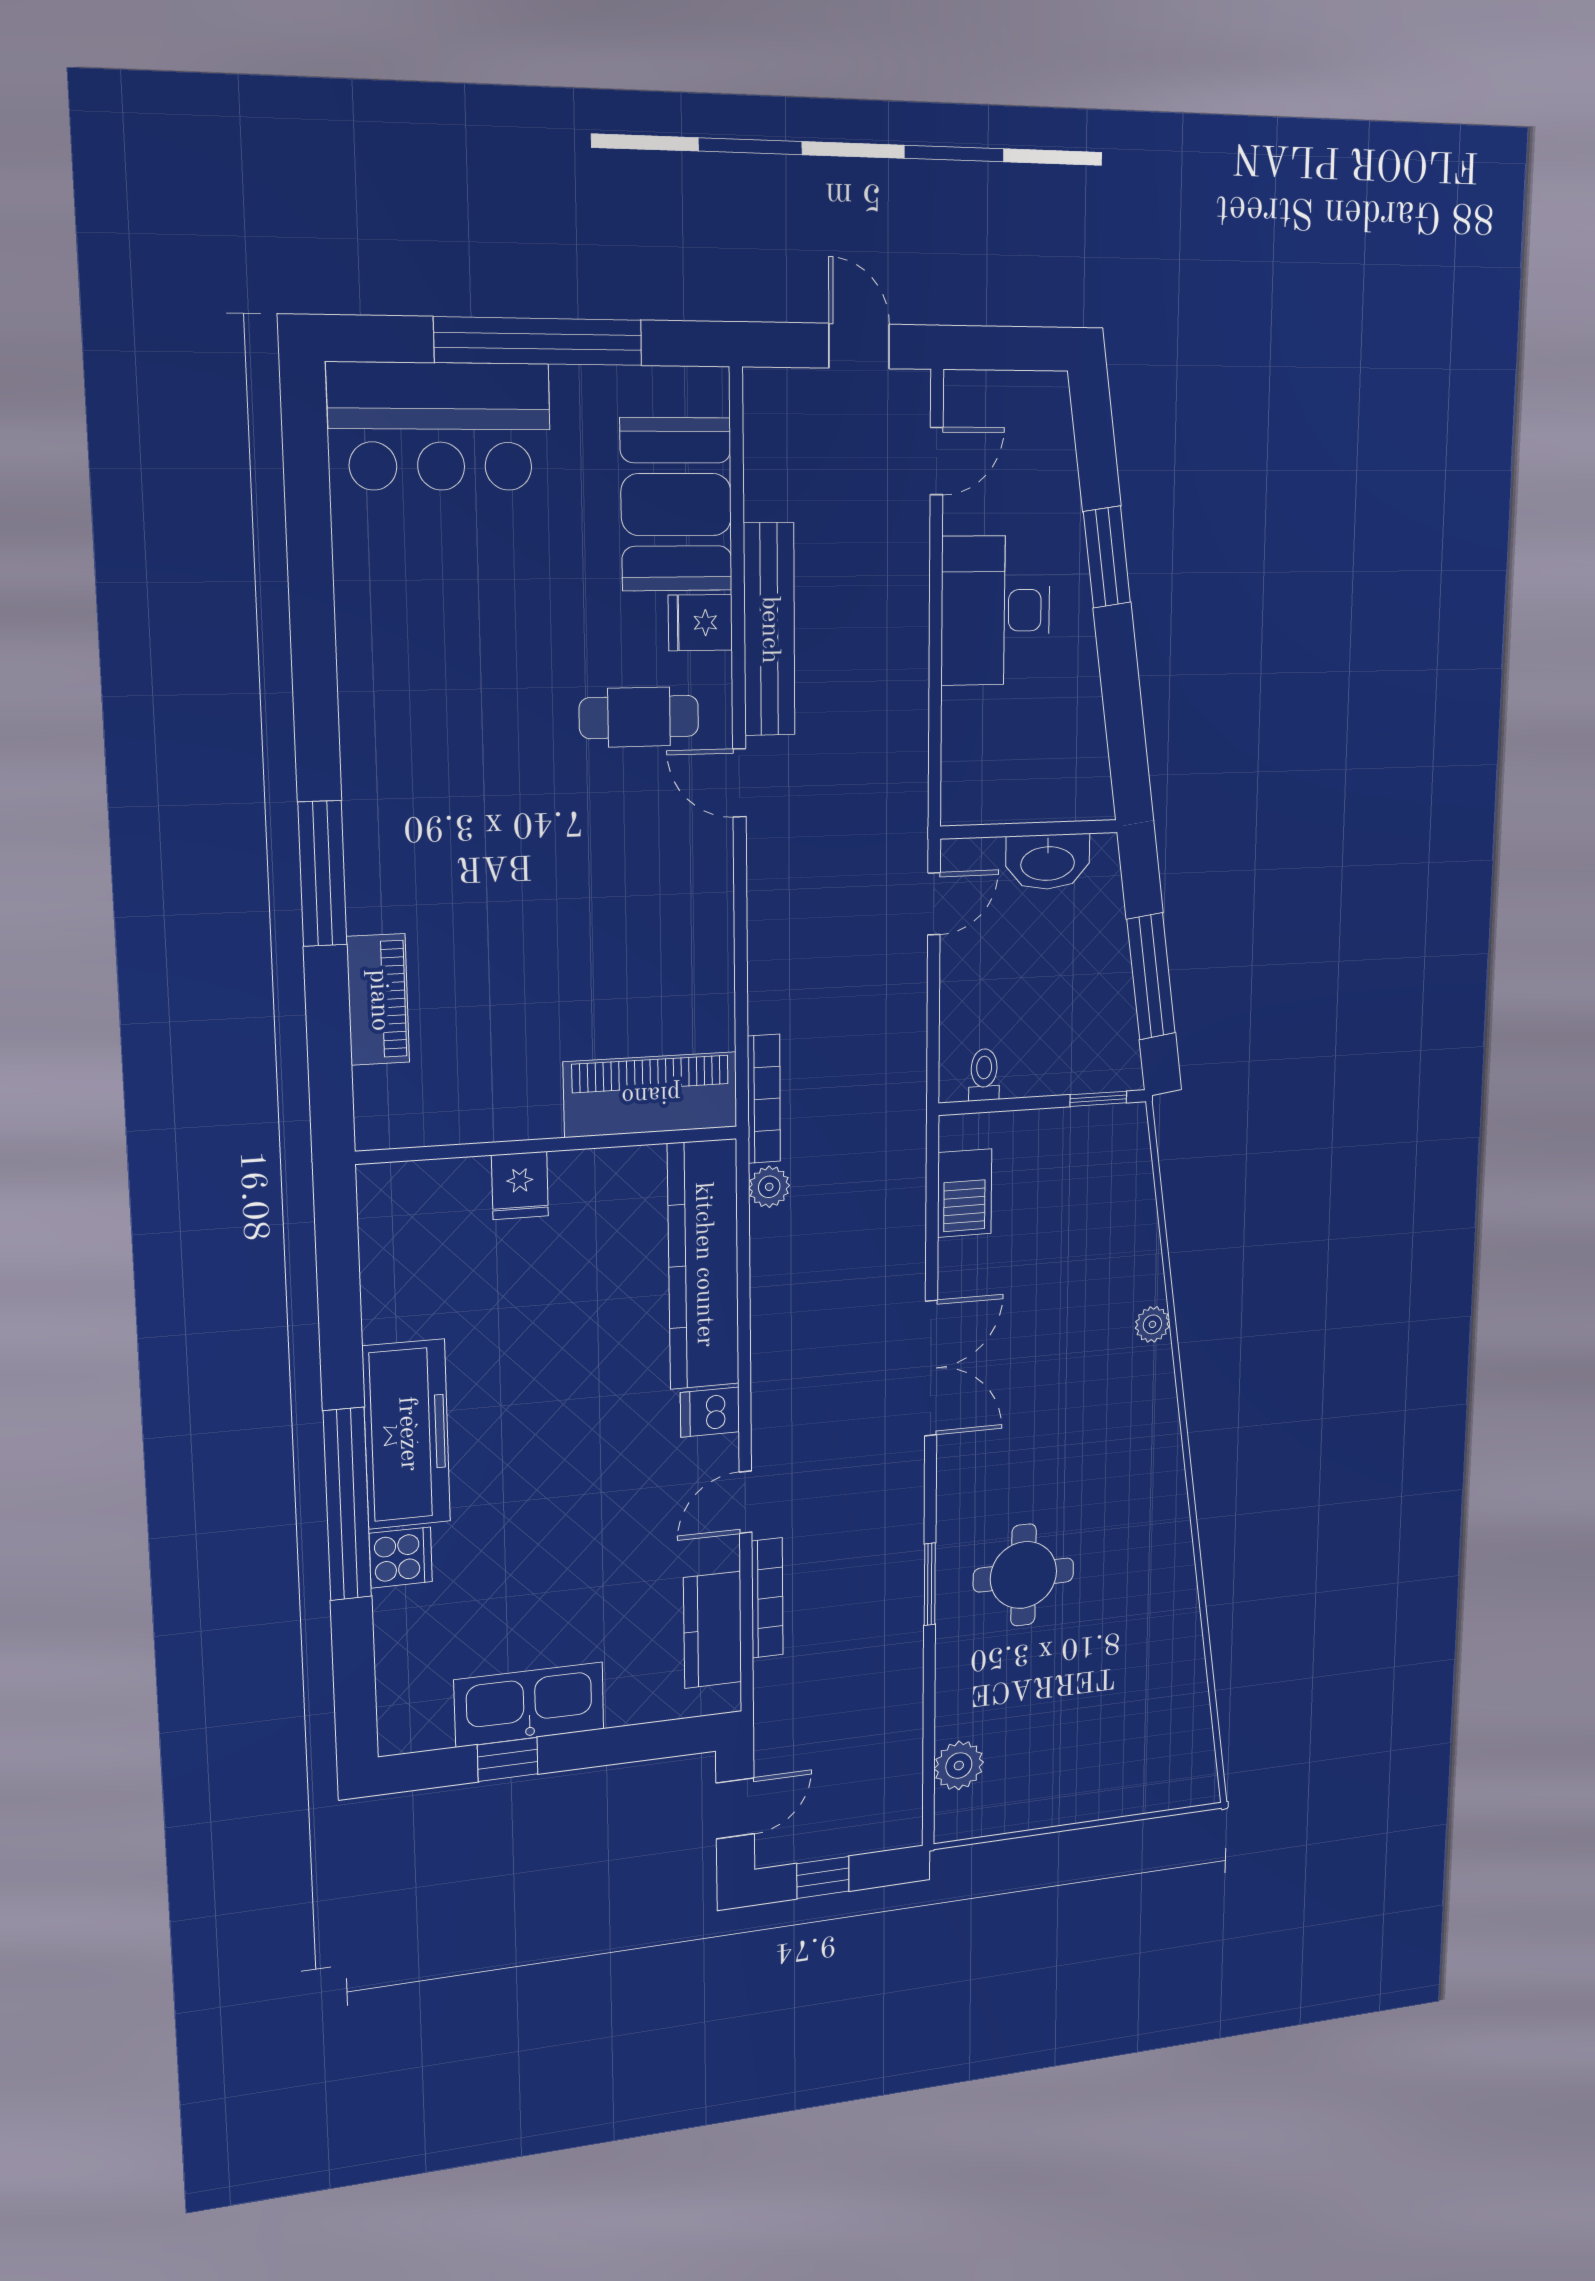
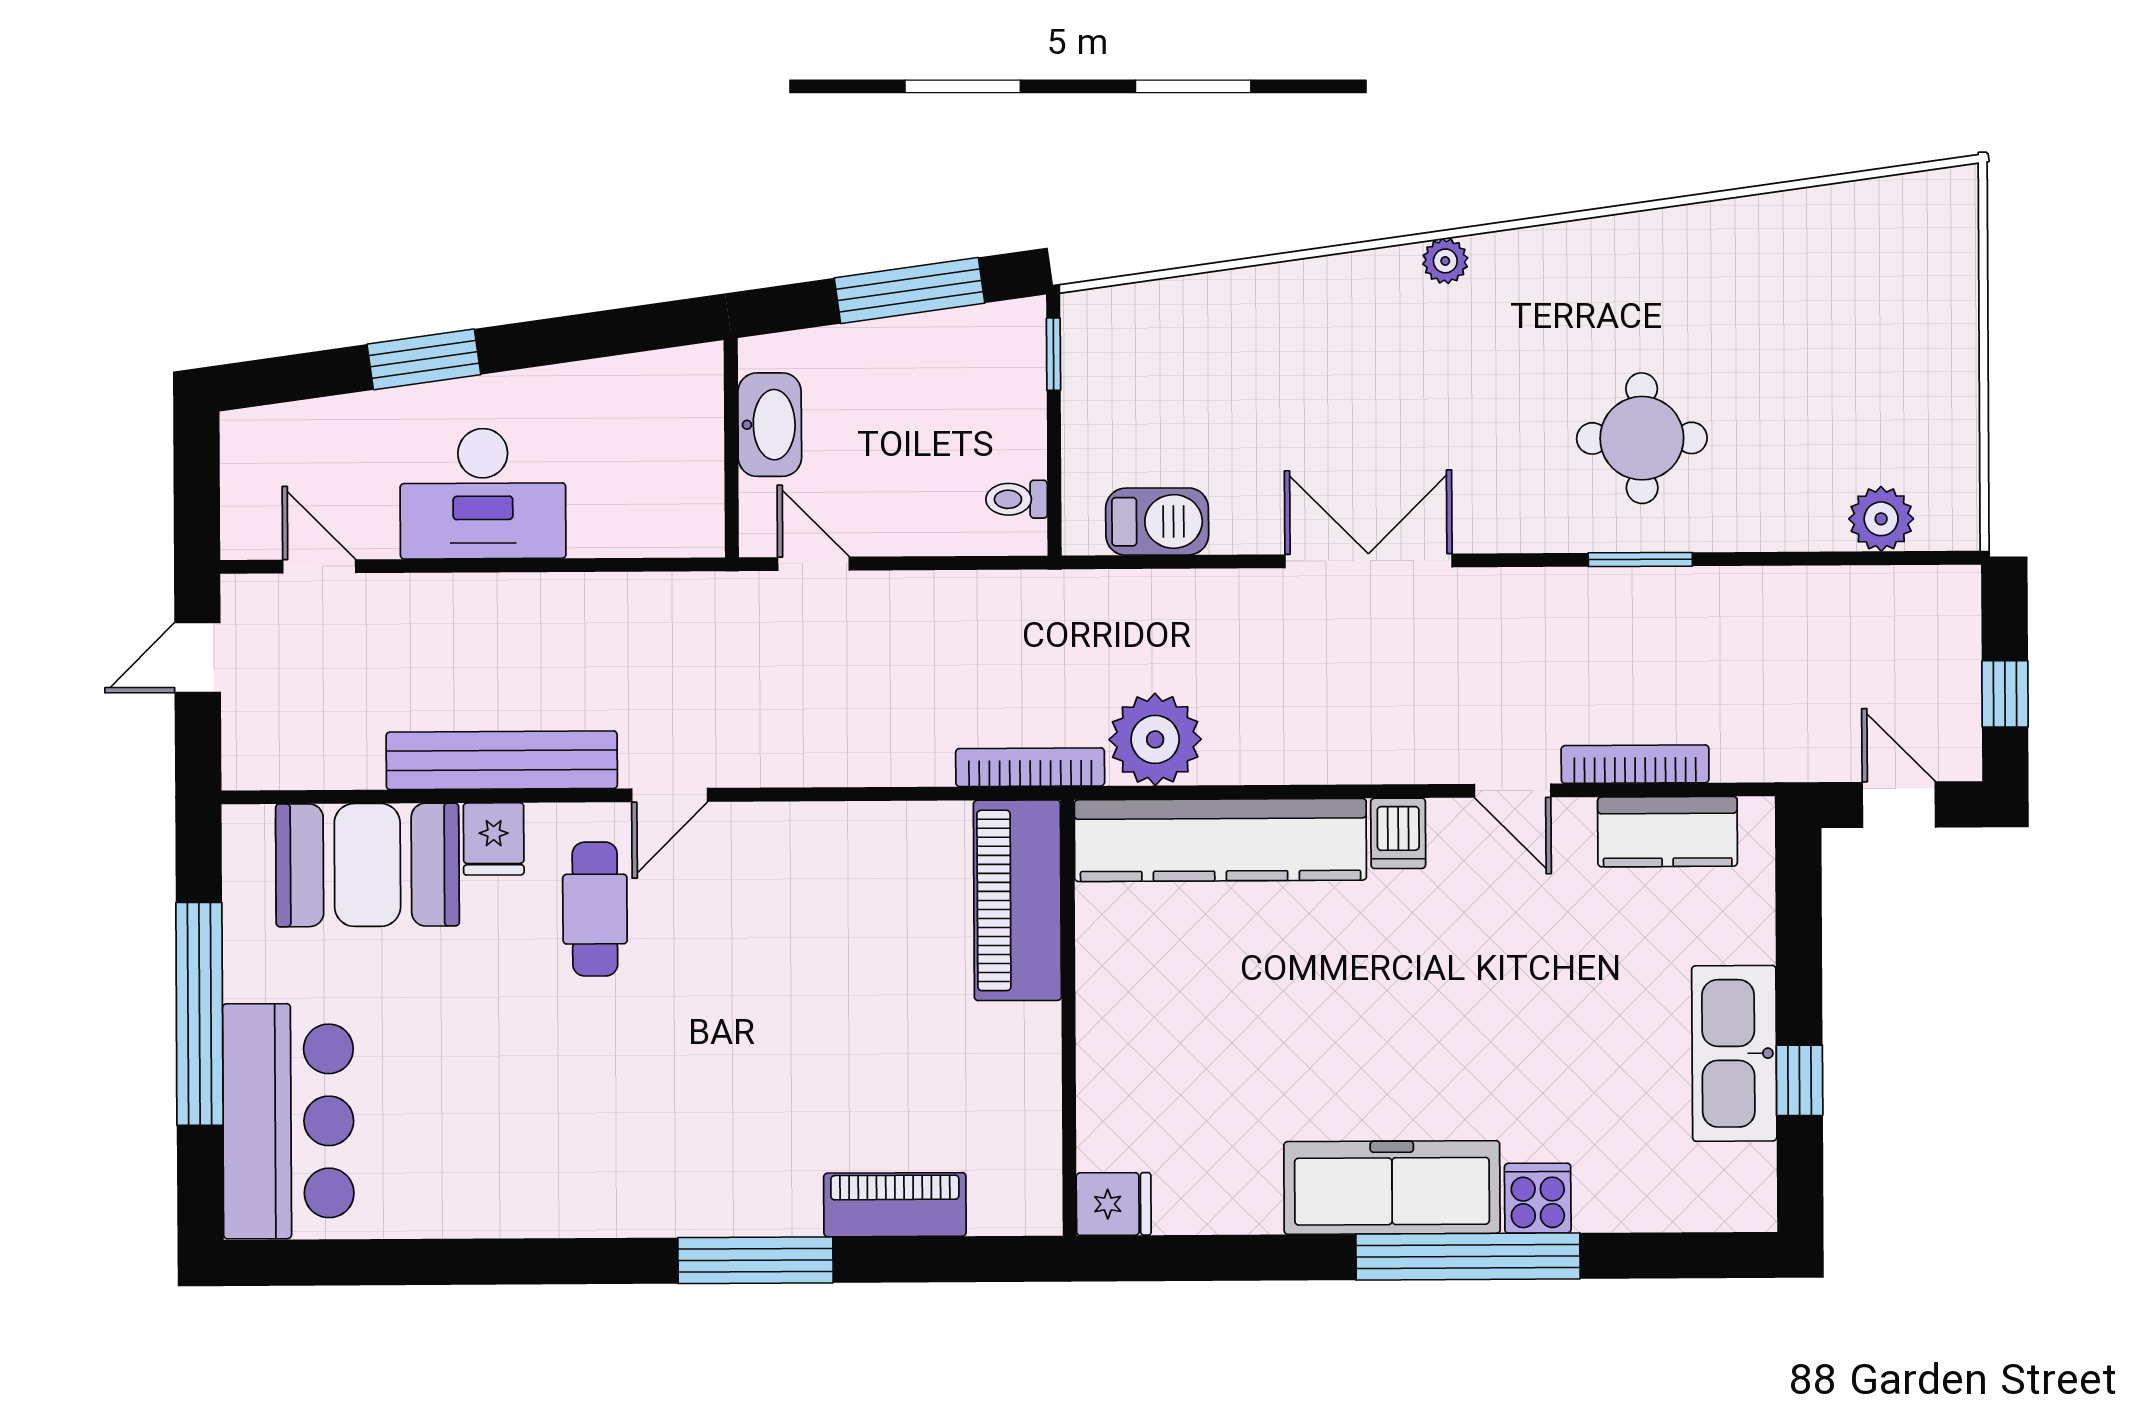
fridge: (520, 1185) -> (1114, 1204), moved
plant: (769, 1187) -> (1155, 739), width x1.87, depth x1.87
plant: (1152, 1324) -> (1445, 261), moved

